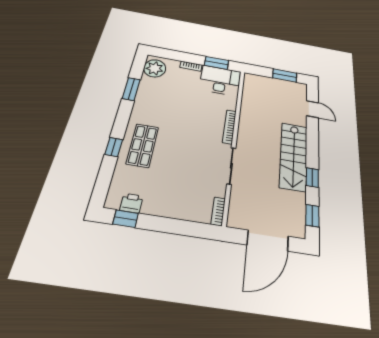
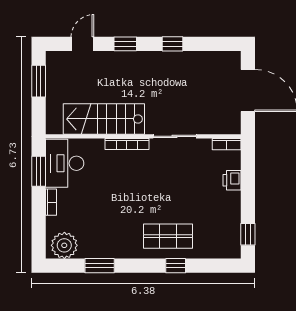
stairs: (294, 156) -> (104, 119), moved, turned 180
printer: (131, 203) -> (232, 180), moved
window: (312, 216) -> (125, 44), moved

